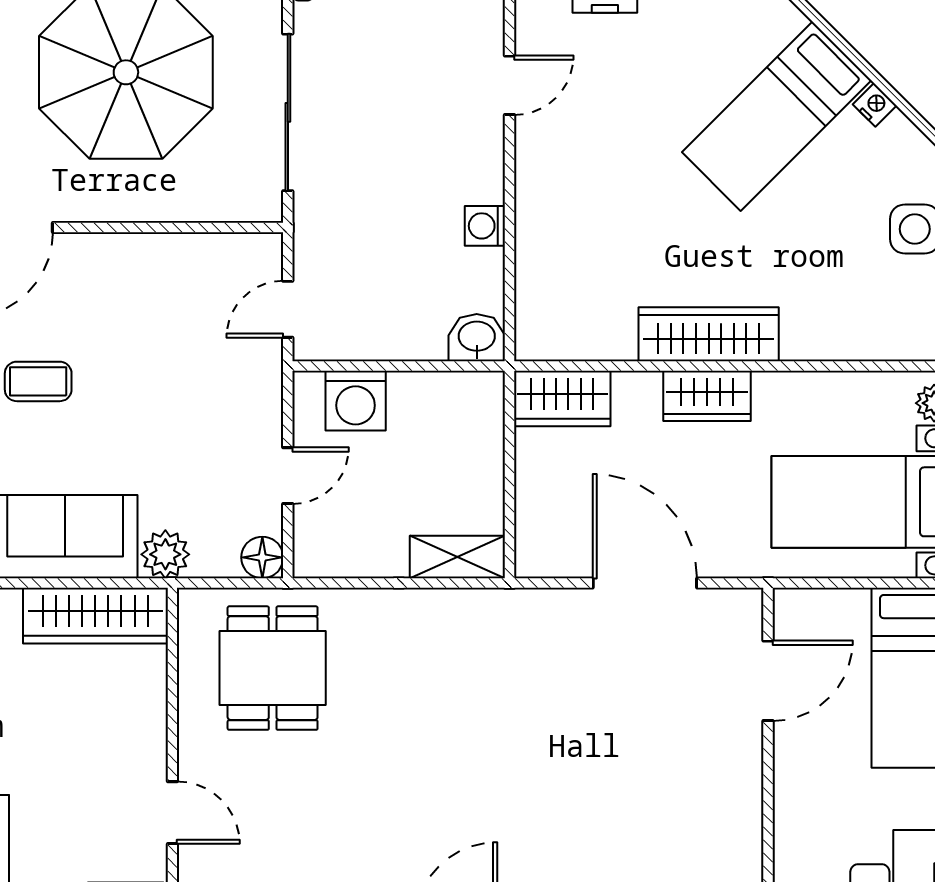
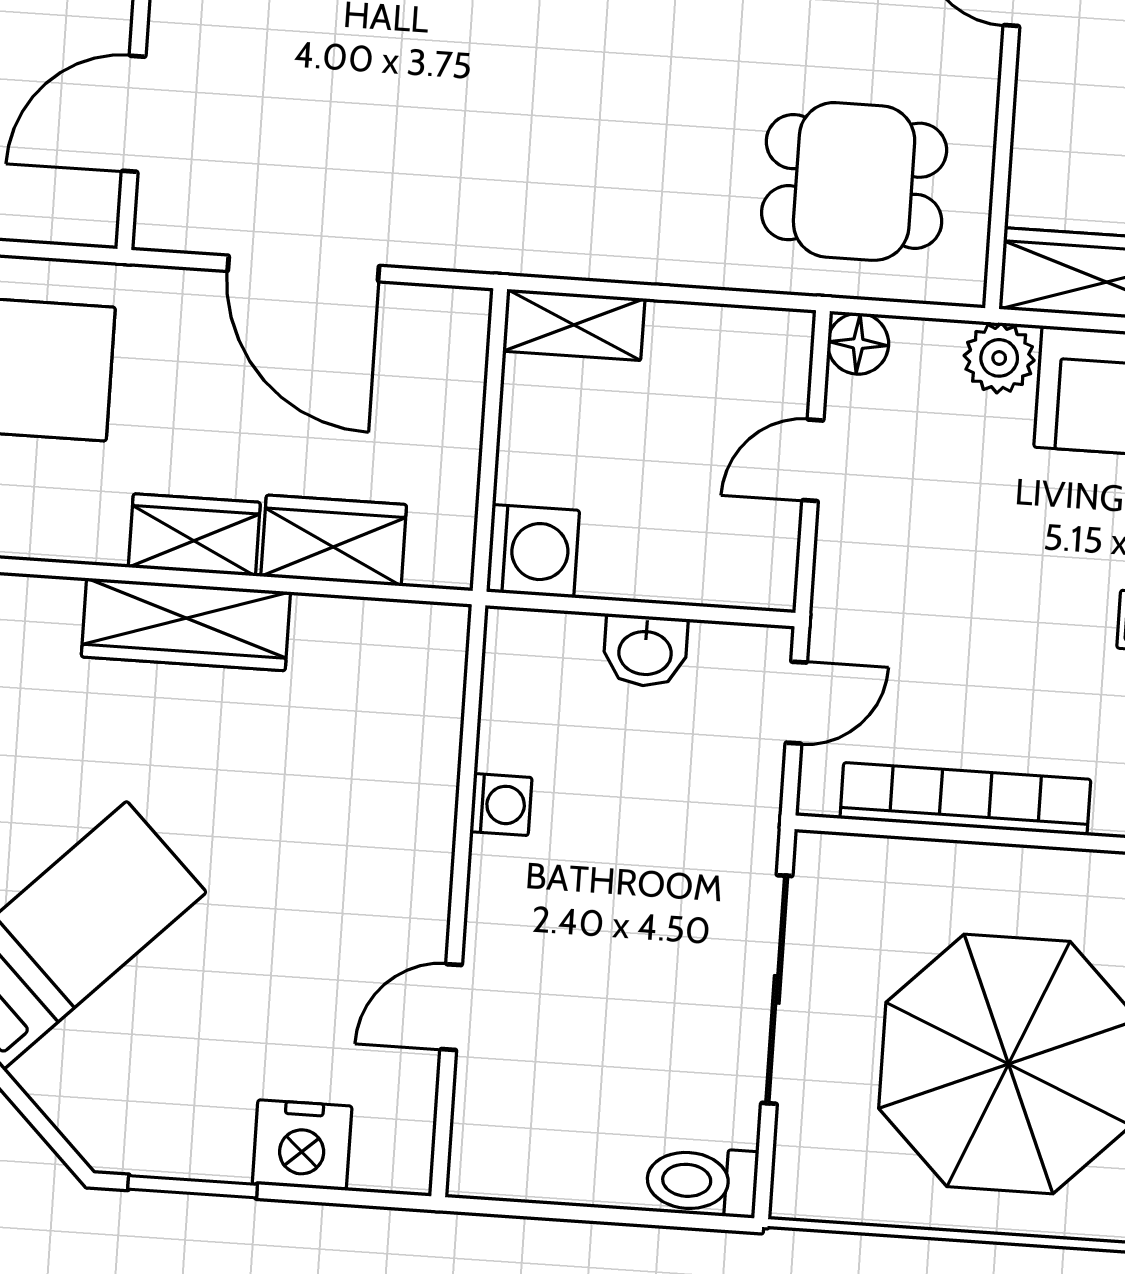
bookcase: (168, 251) -> (965, 799), added
washbasin: (477, 338) -> (645, 651), moved
wardrobe: (562, 399) -> (334, 540), moved
washing machine: (356, 401) -> (533, 551), moved, turned 90
dining table: (273, 668) -> (854, 181), turned 90

